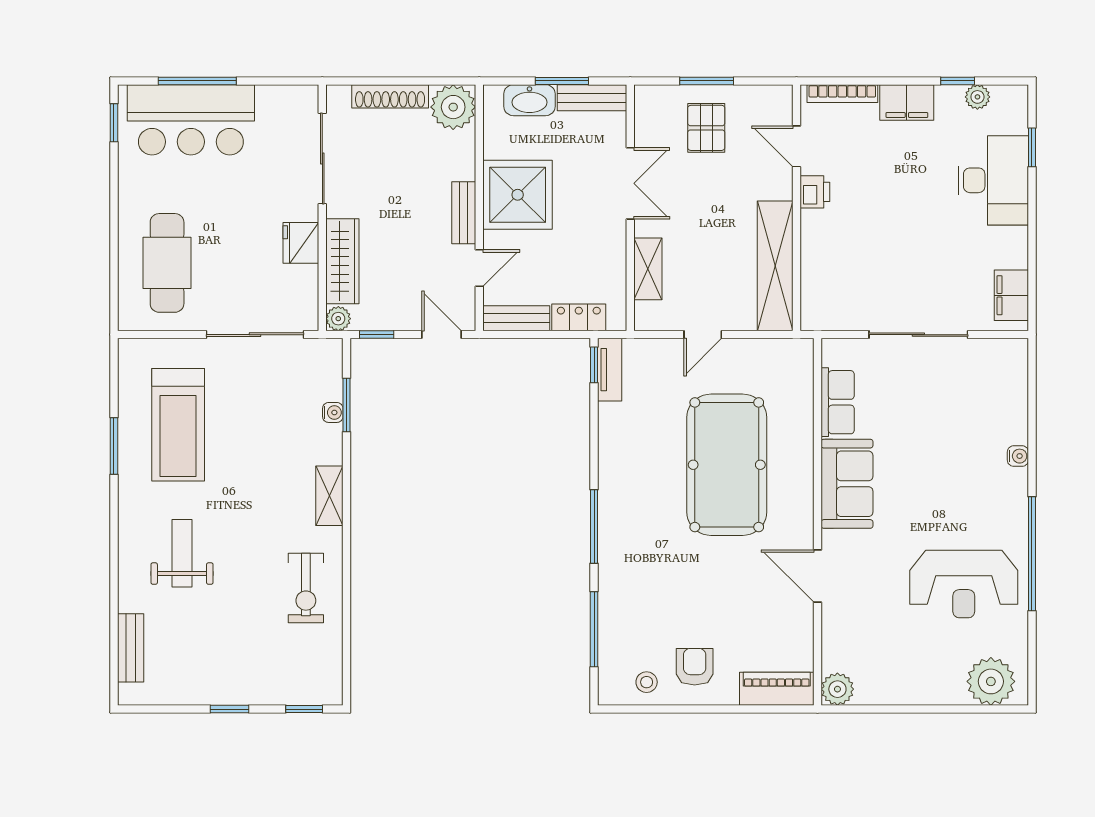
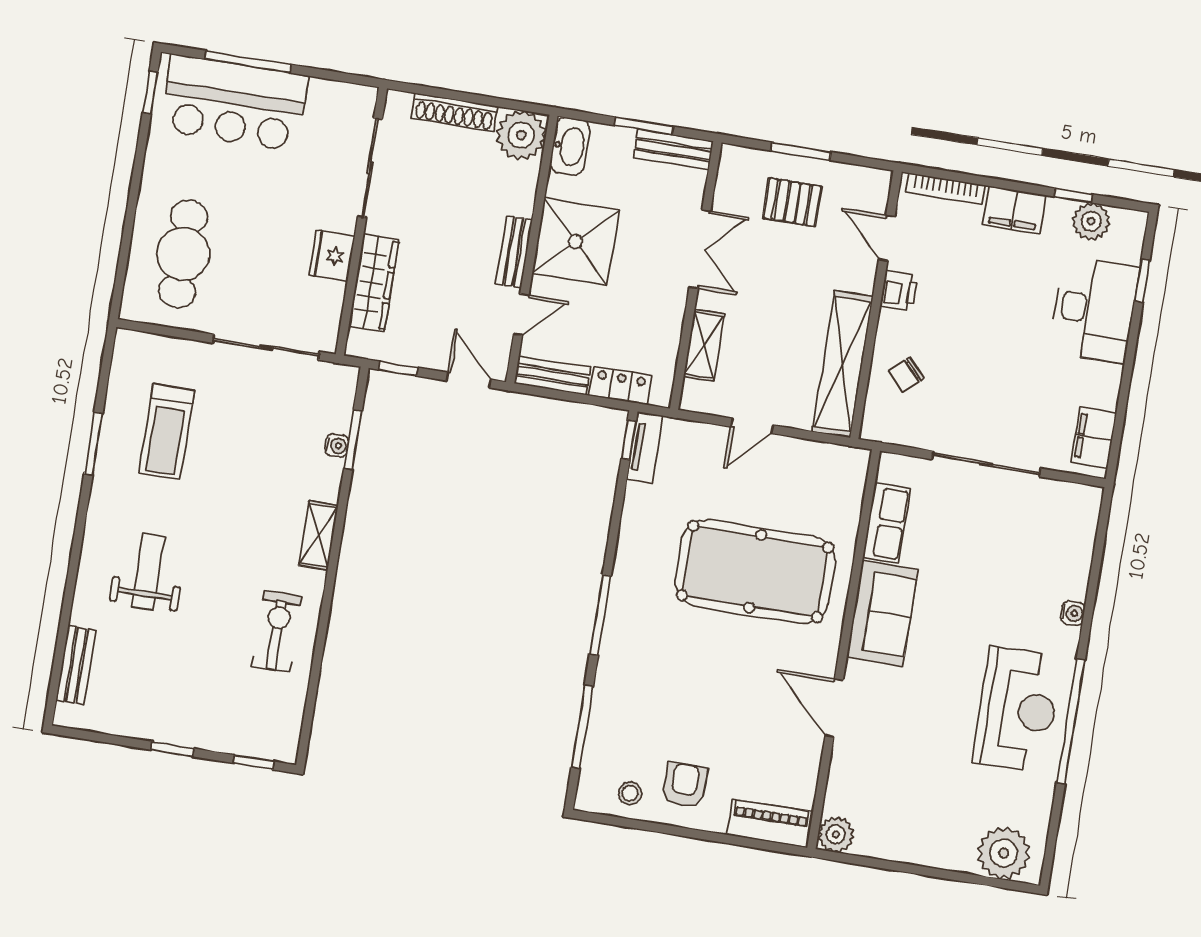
plant: (977, 97) -> (1091, 221), width x1.38, depth x1.38
washbasin: (529, 100) -> (570, 146), moved, turned -90
pallet: (706, 128) -> (792, 202), turned 90
chair: (834, 266) -> (906, 374), added
plant: (338, 319) -> (359, 345), removed
treadmill: (178, 425) -> (167, 432), width x0.73, depth x0.73
pool table: (727, 465) -> (755, 571), turned 90
reception desk: (964, 584) -> (1017, 710), moved, turned -90
exercise bike: (306, 588) -> (277, 631), turned 180

